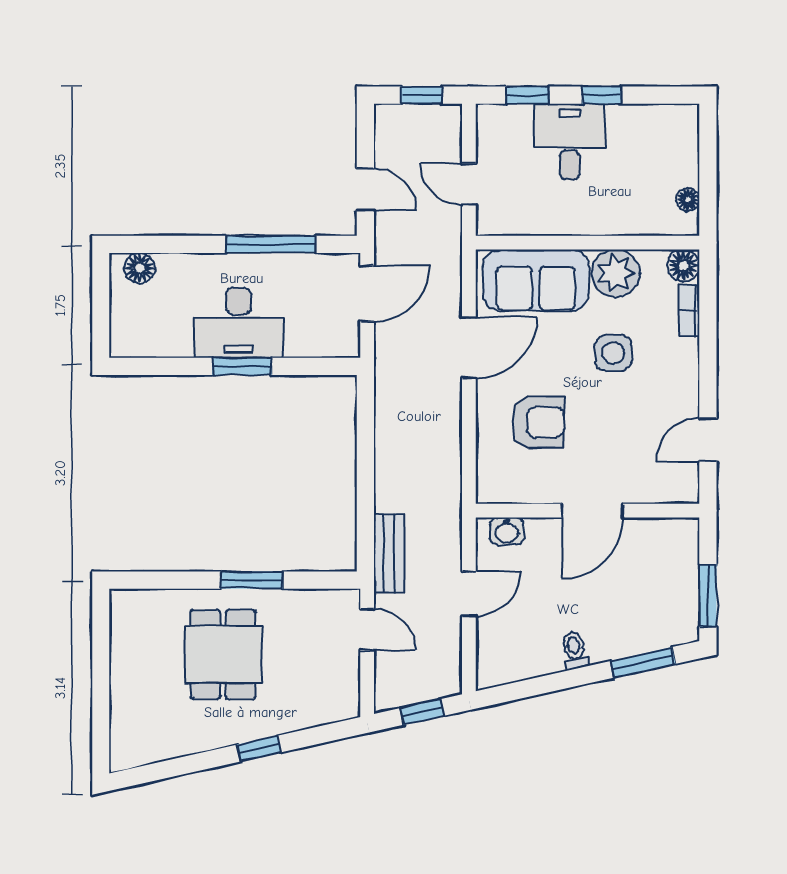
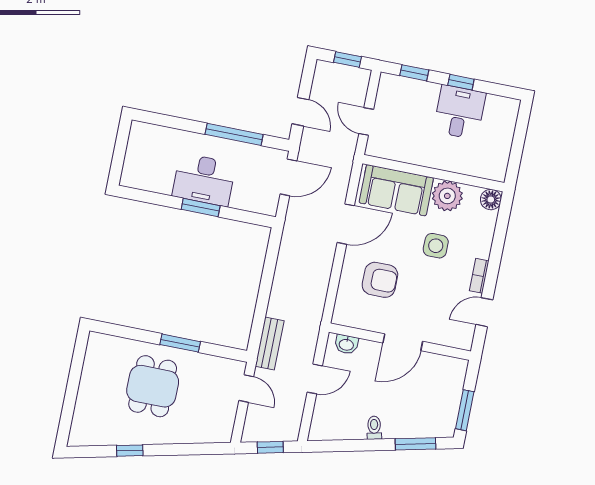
desk: (570, 141) -> (459, 112), moved
floor lamp: (688, 200) -> (502, 159), removed
floor lamp: (140, 268) -> (149, 133), removed
bookcase: (689, 310) -> (479, 276), moved
window: (259, 749) -> (130, 451), moved

